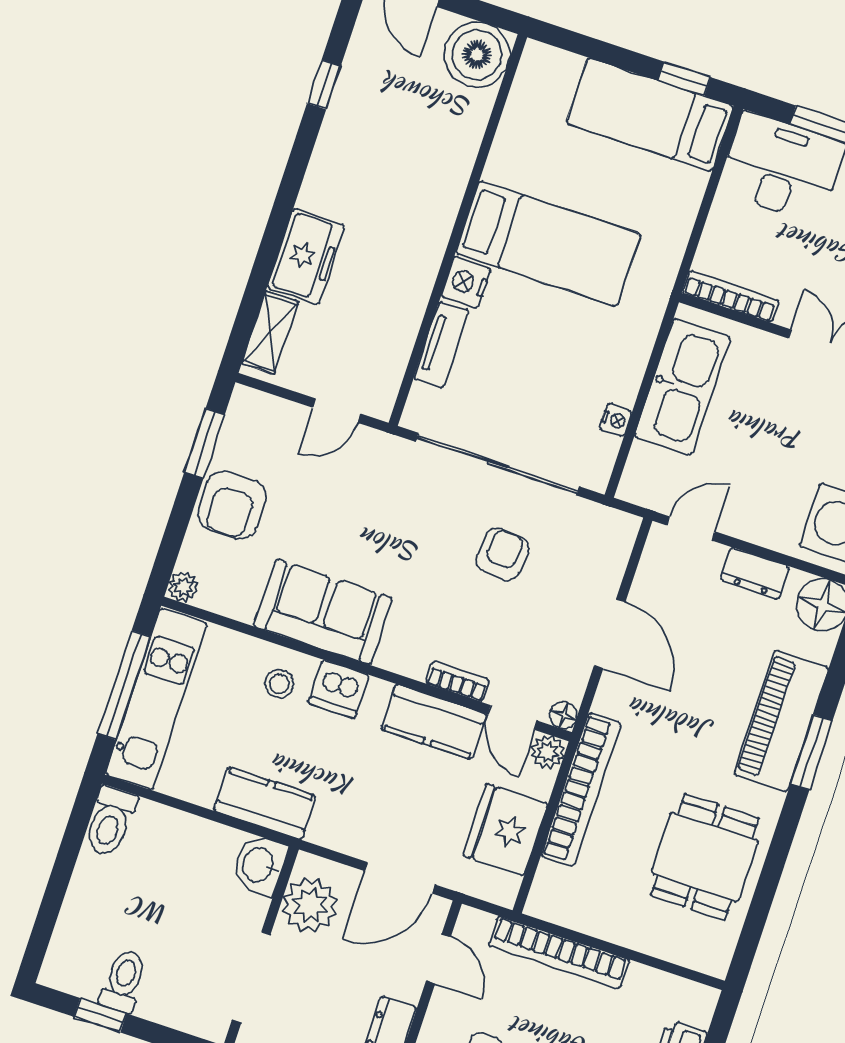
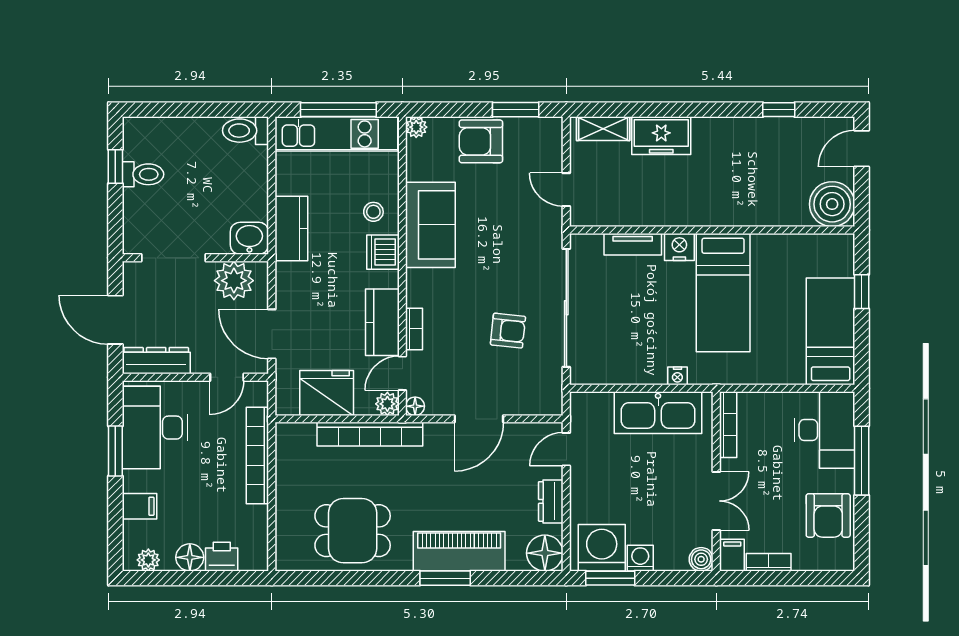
window: (684, 79) -> (862, 292), moved
nightstand: (616, 420) -> (677, 376), moved
door: (691, 528) -> (566, 449), swing flipped

